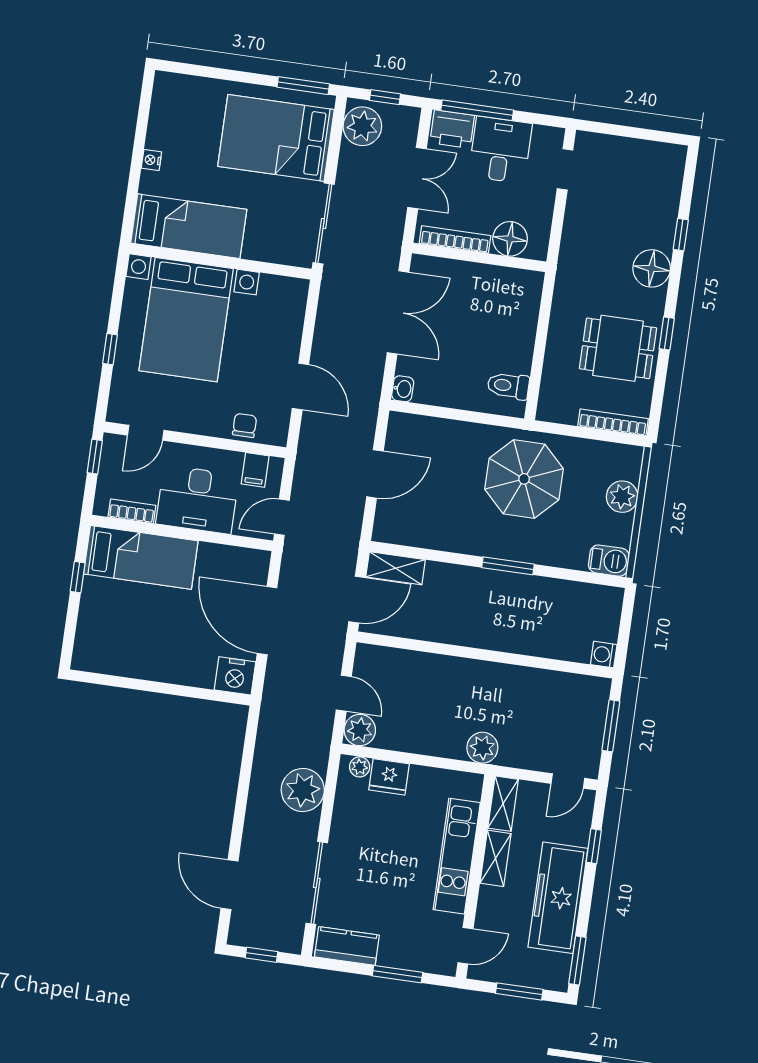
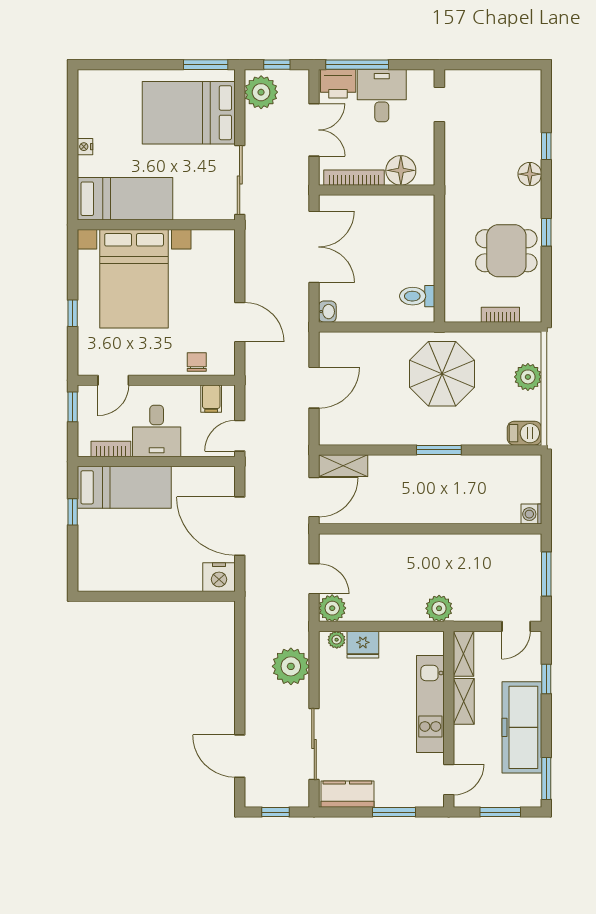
floor lamp: (652, 268) -> (530, 174), width x0.73, depth x0.73
bookcase: (613, 422) -> (500, 315), width x0.64
desk: (197, 500) -> (157, 431), width x0.73

